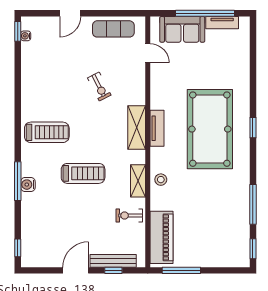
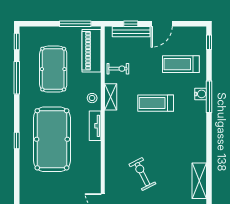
exercise bike: (99, 86) -> (142, 174), width x1.38, depth x1.39
shelving: (137, 127) -> (199, 181), moved
tv unit: (157, 128) -> (95, 126), moved
treadmill: (47, 132) -> (181, 64), moved
pool table: (208, 215) -> (53, 69), added

